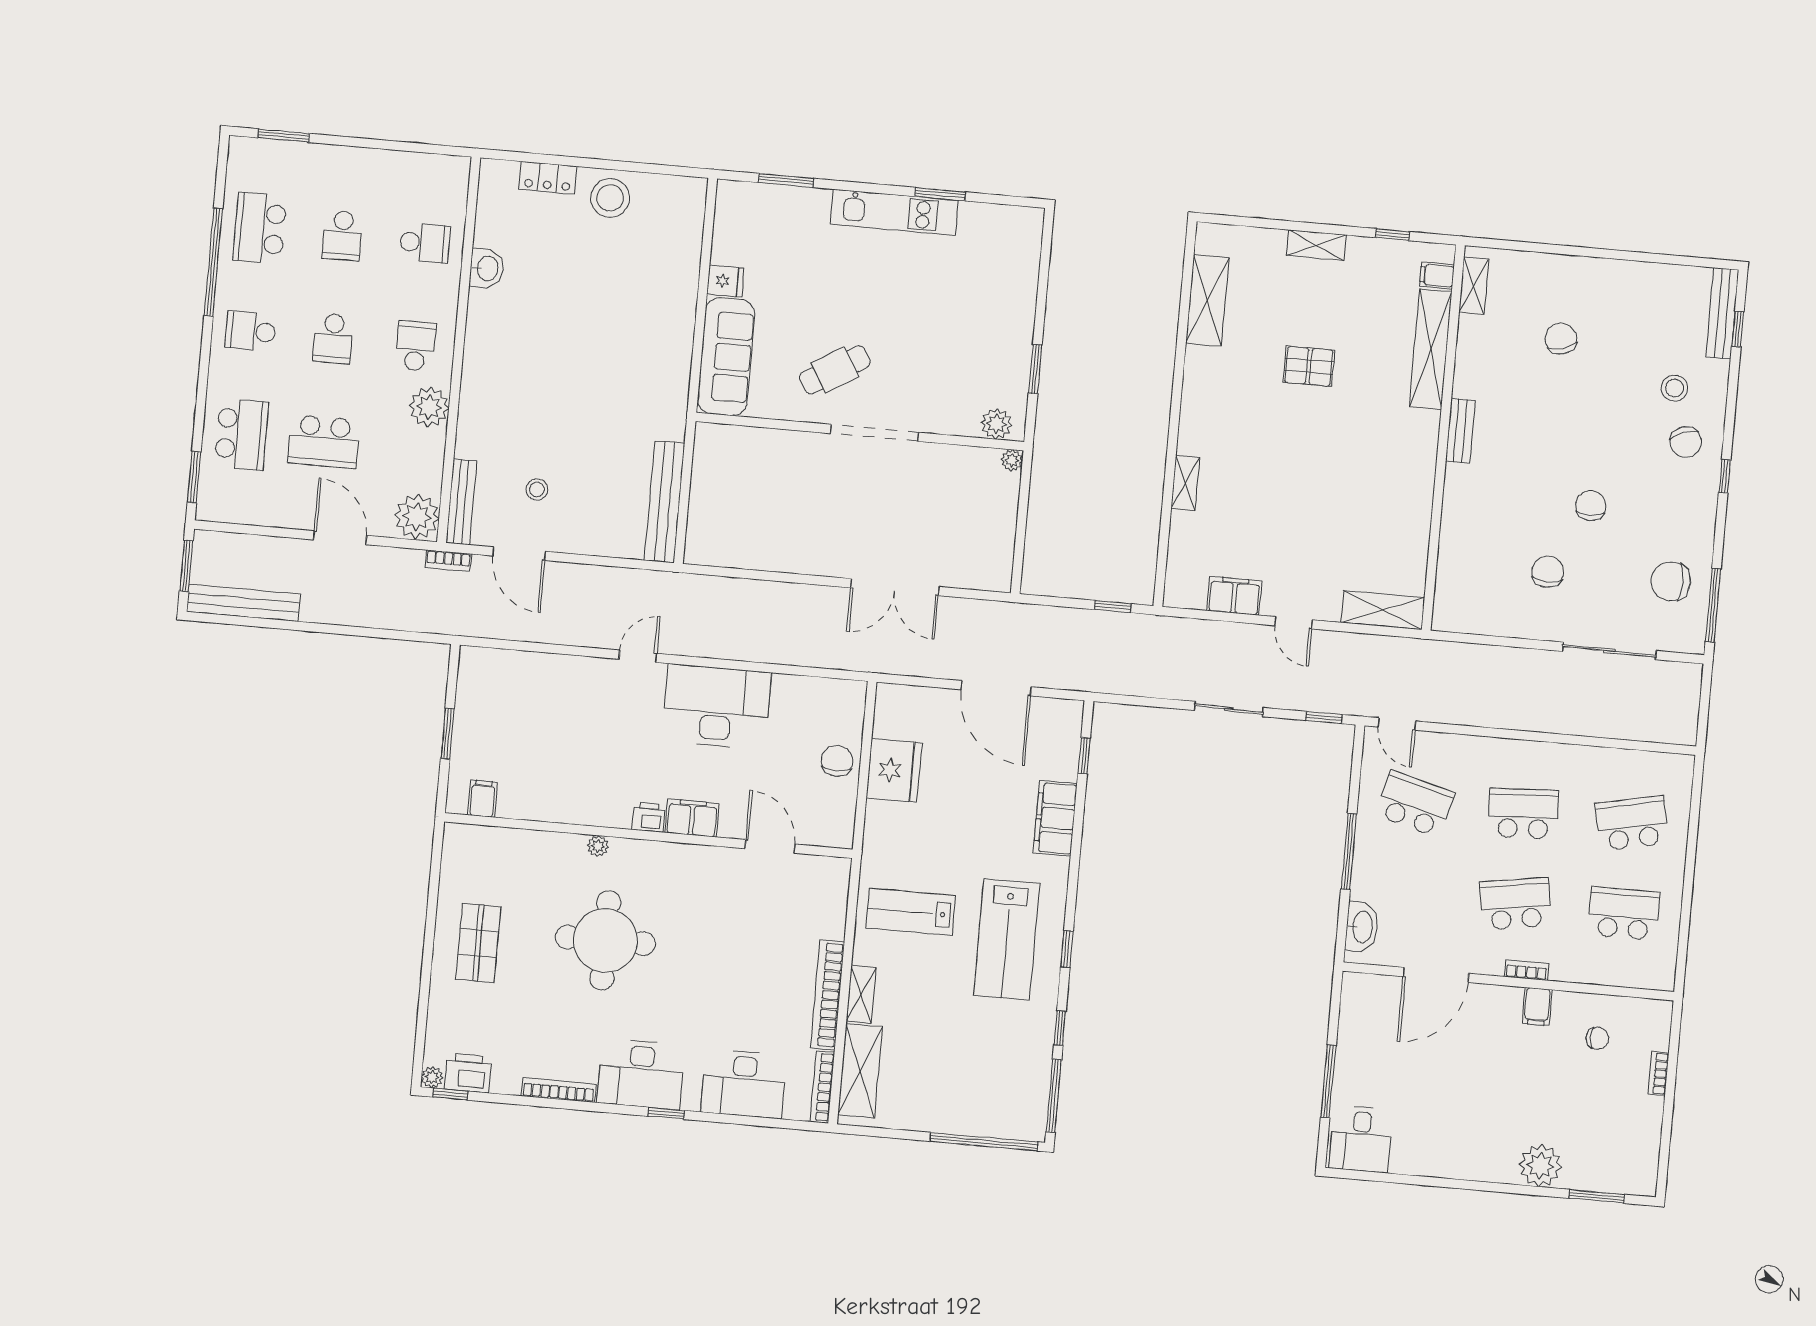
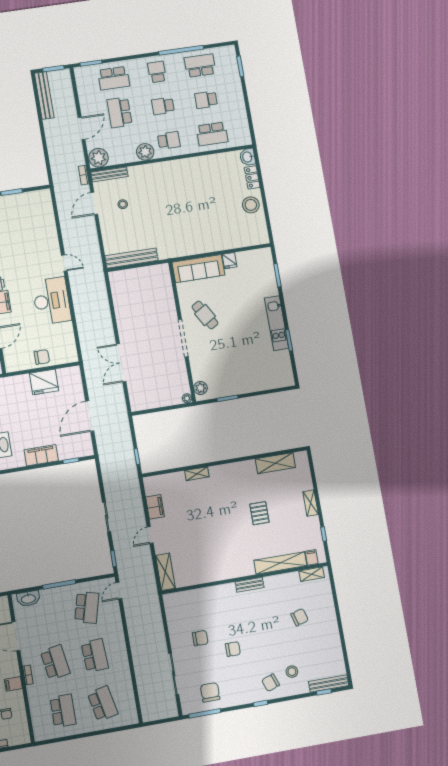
school desk: (425, 243) -> (212, 134), width x1.85
washbasin: (487, 268) -> (248, 157), moved, turned 90

